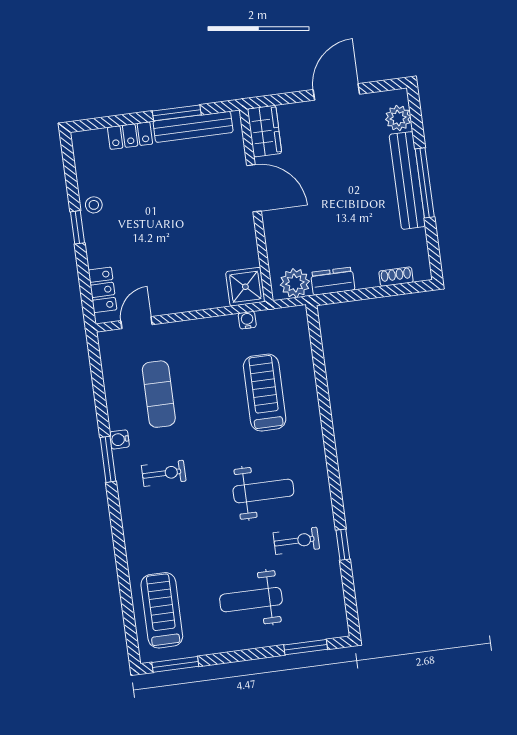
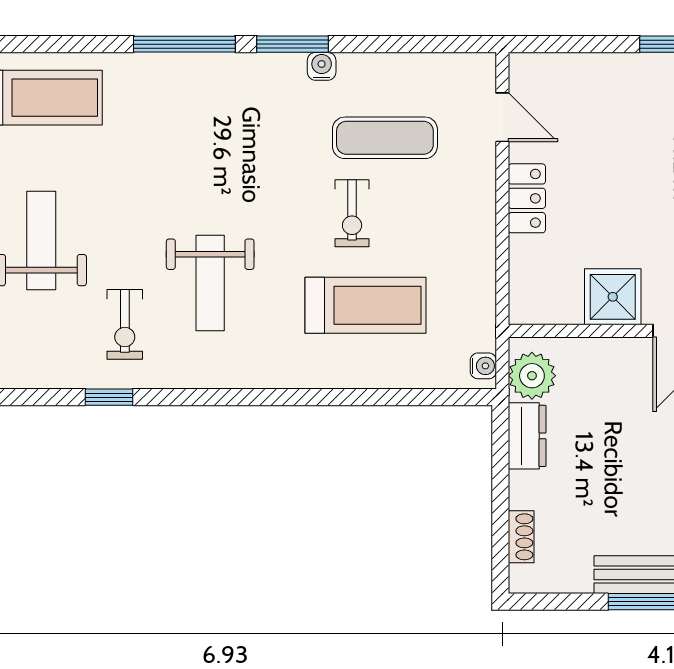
shower: (245, 287) -> (613, 297), moved
locker: (102, 290) -> (527, 198), moved, turned -90
water cooler: (247, 320) -> (483, 366), moved
exercise bike: (164, 473) -> (352, 213), moved
window: (117, 527) -> (184, 44), added

